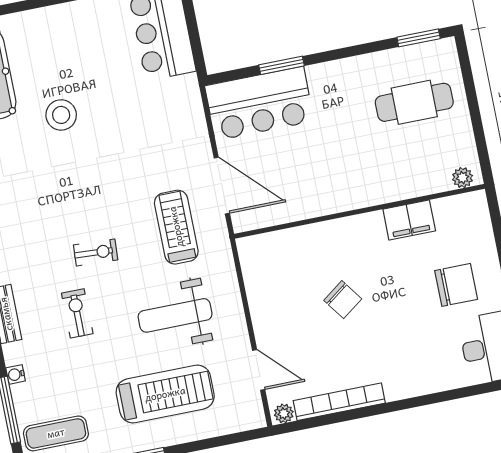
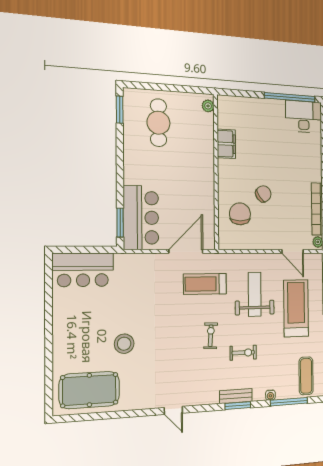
window: (282, 65) -> (120, 223), moved
chair: (456, 285) -> (240, 214), moved
exercise bike: (77, 313) -> (243, 353), turned 180
weight bench: (175, 315) -> (255, 294), turned 180
door: (259, 370) -> (293, 251), swing flipped

